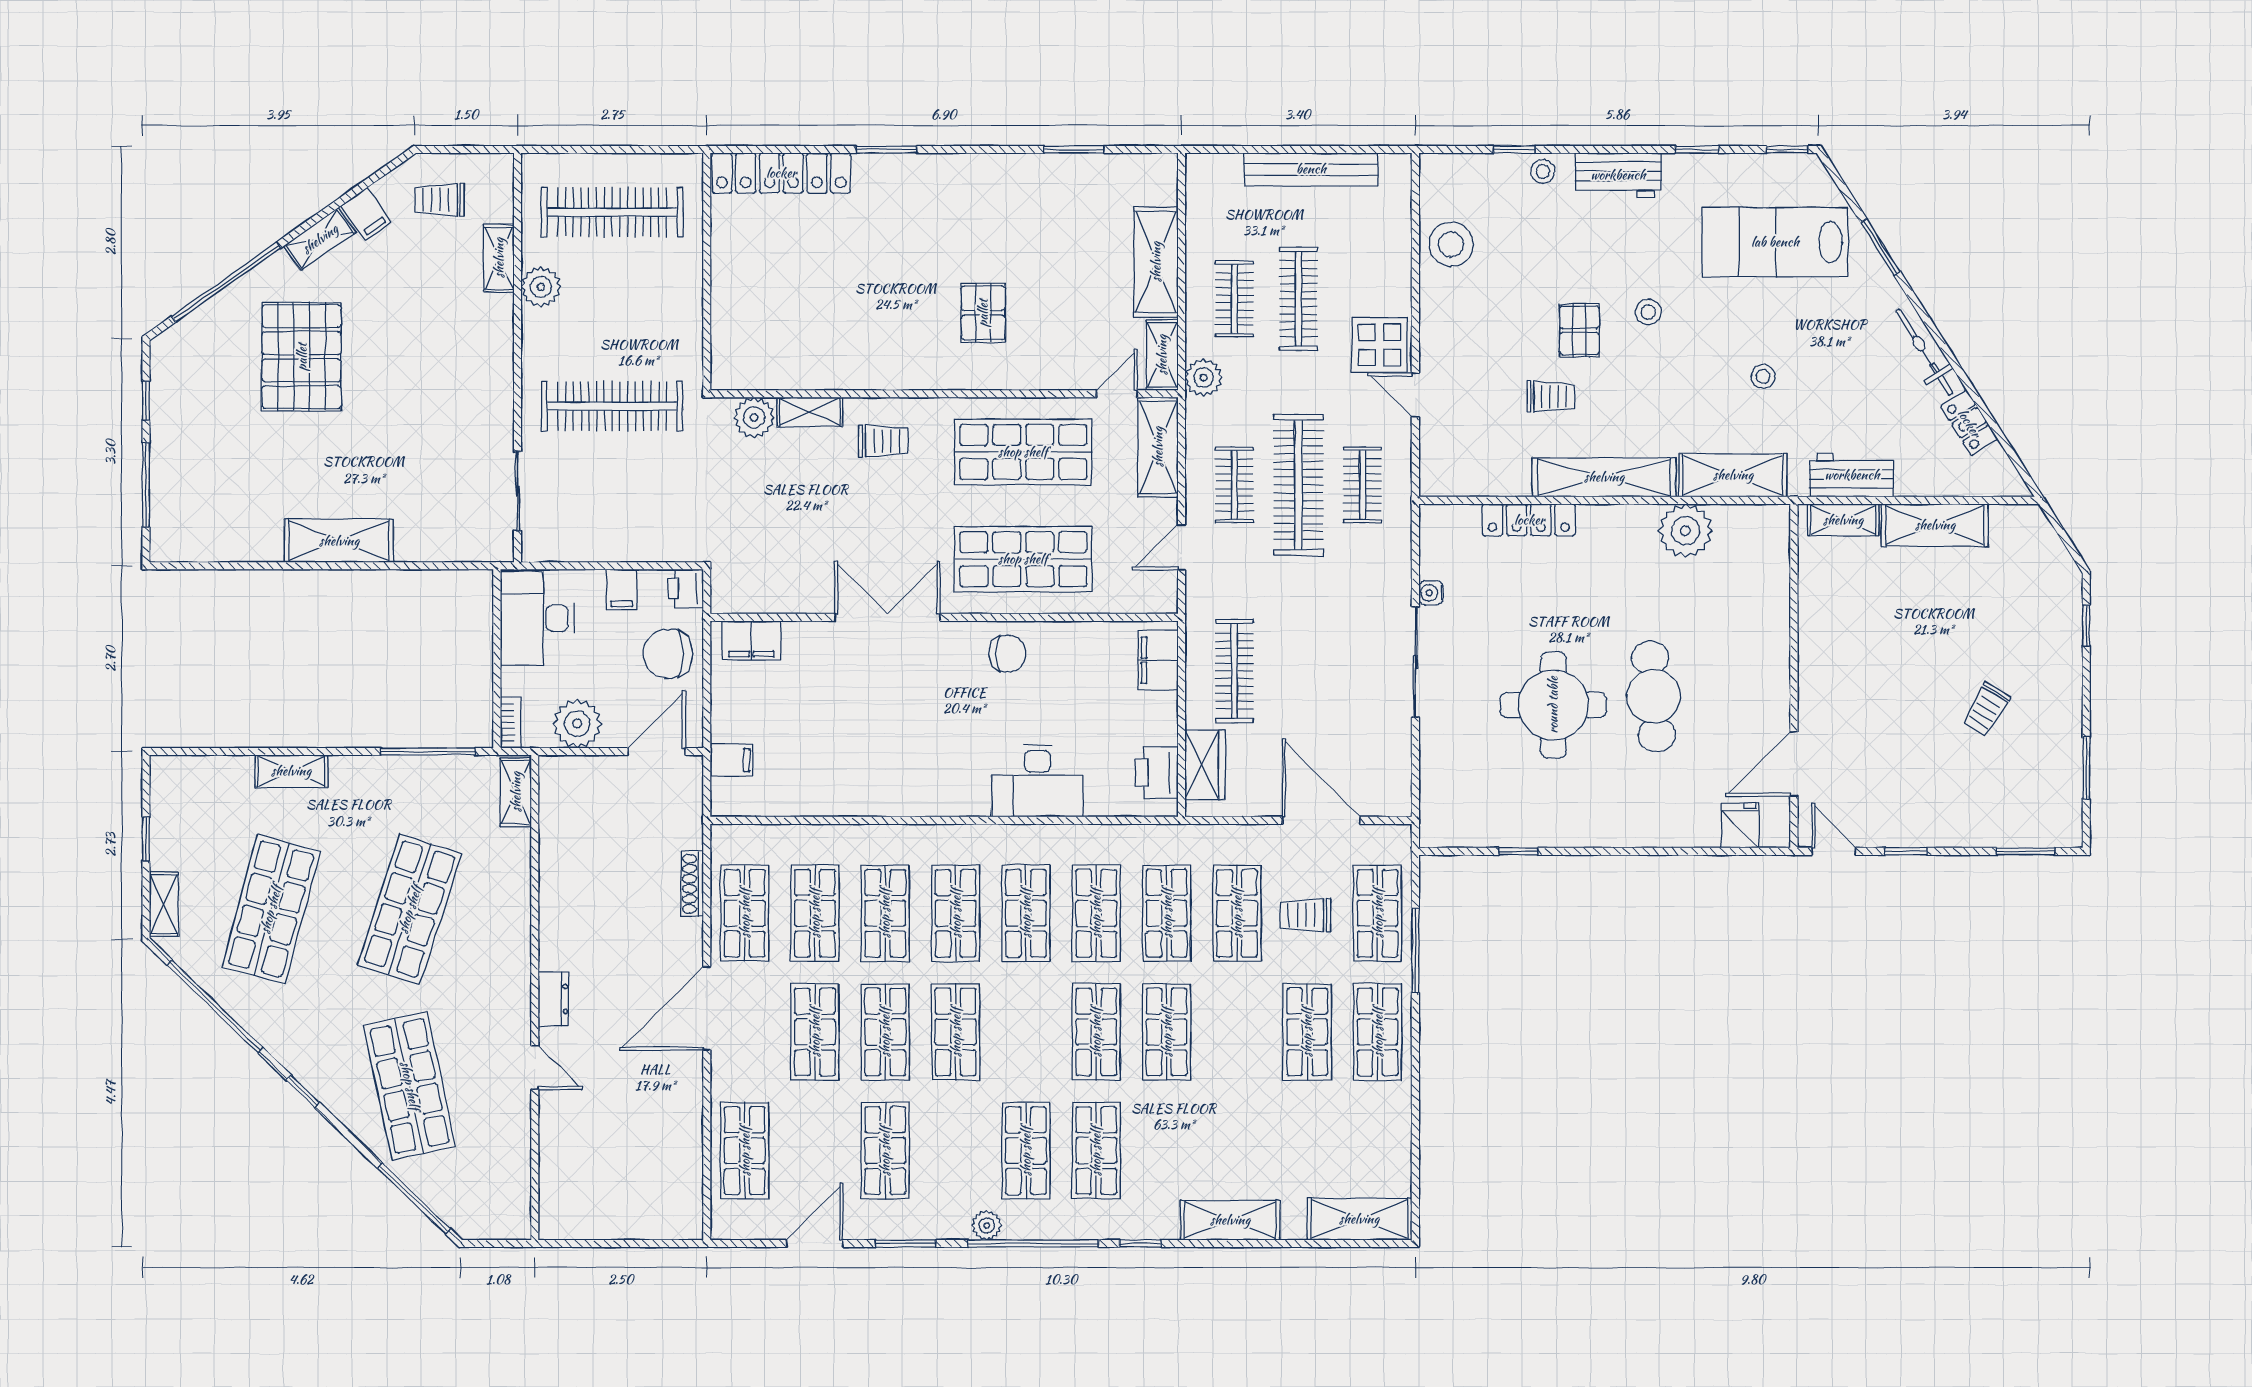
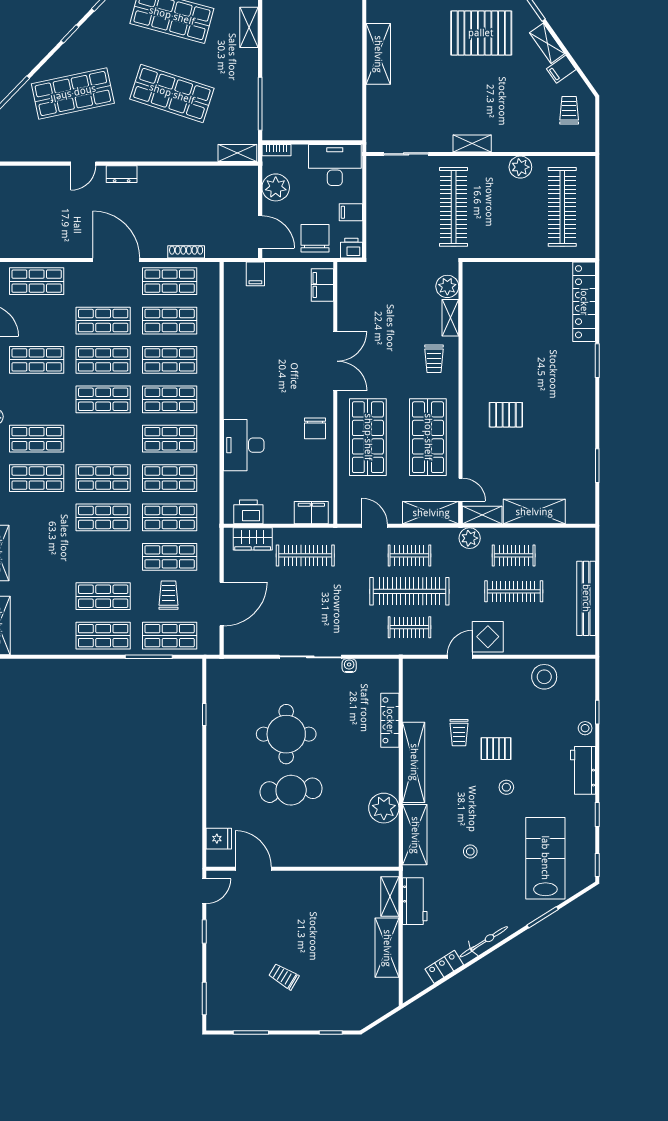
shelving: (499, 258) -> (472, 143), moved

